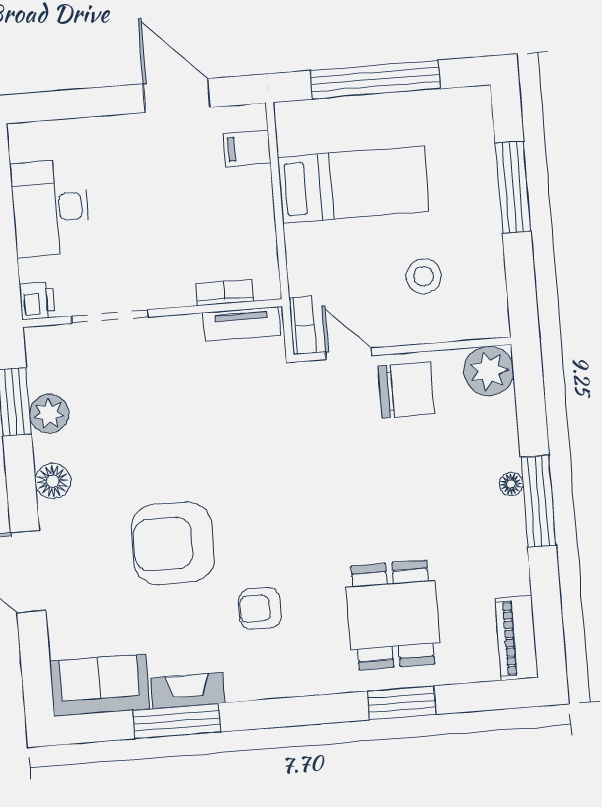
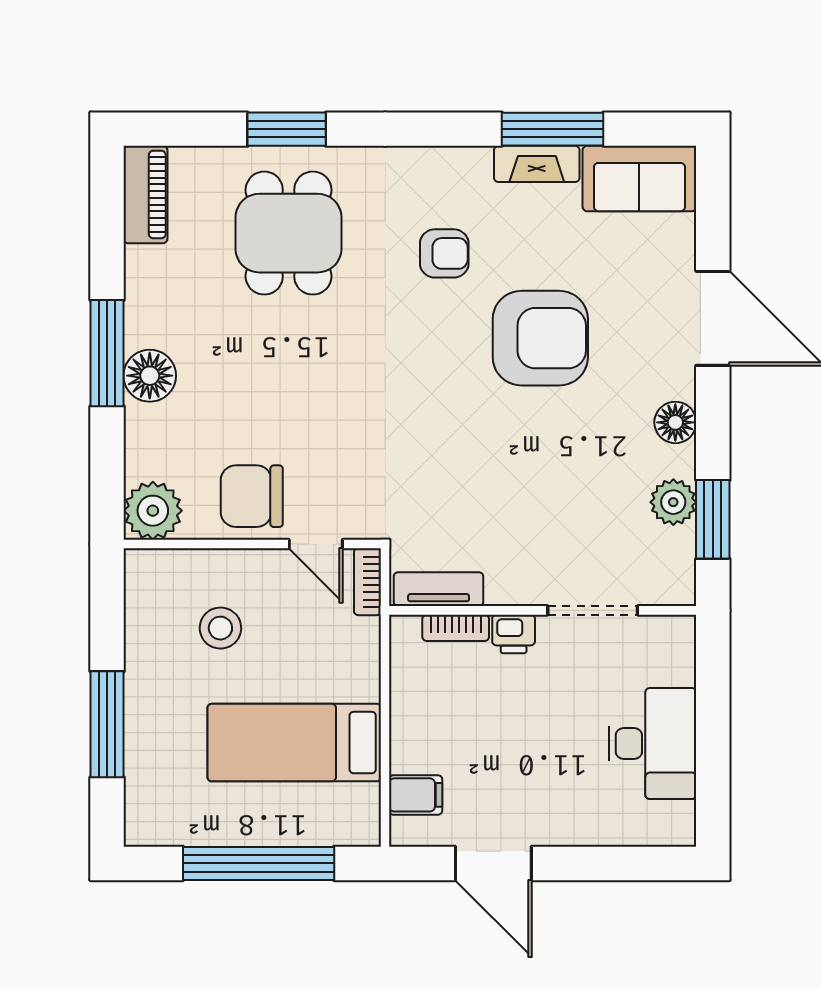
printer: (37, 301) -> (514, 634), moved, turned -90
floor lamp: (511, 484) -> (150, 376), width x1.89, depth x1.89

